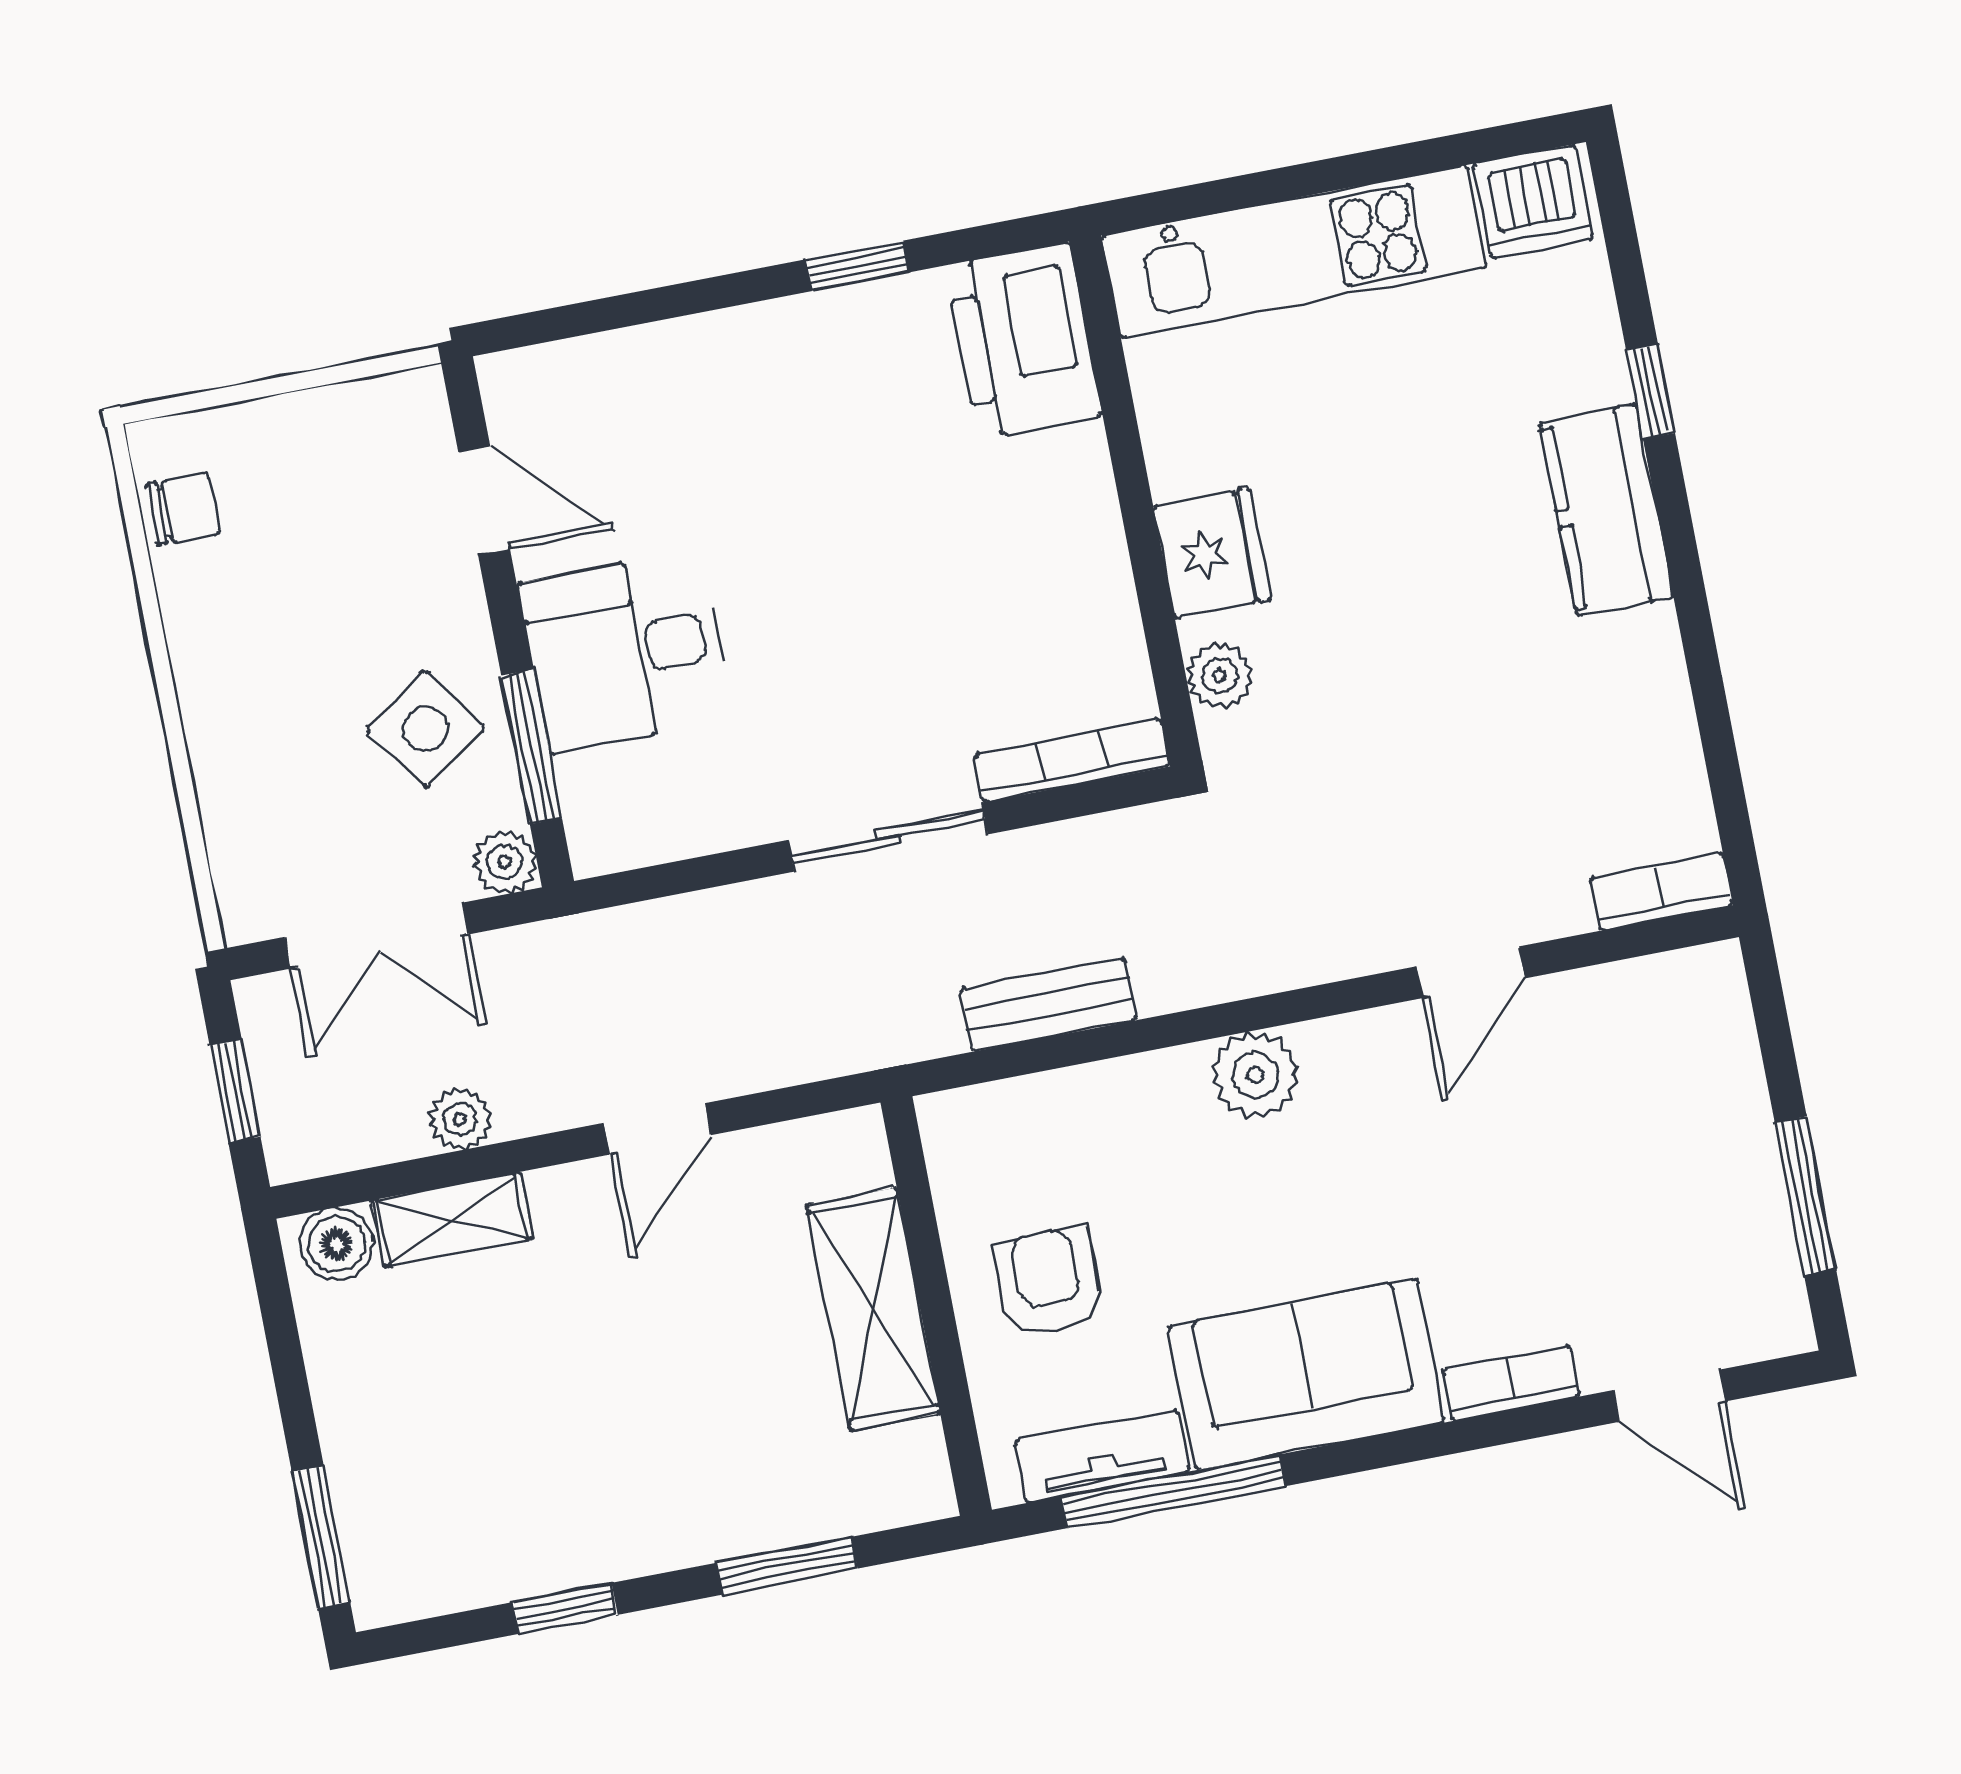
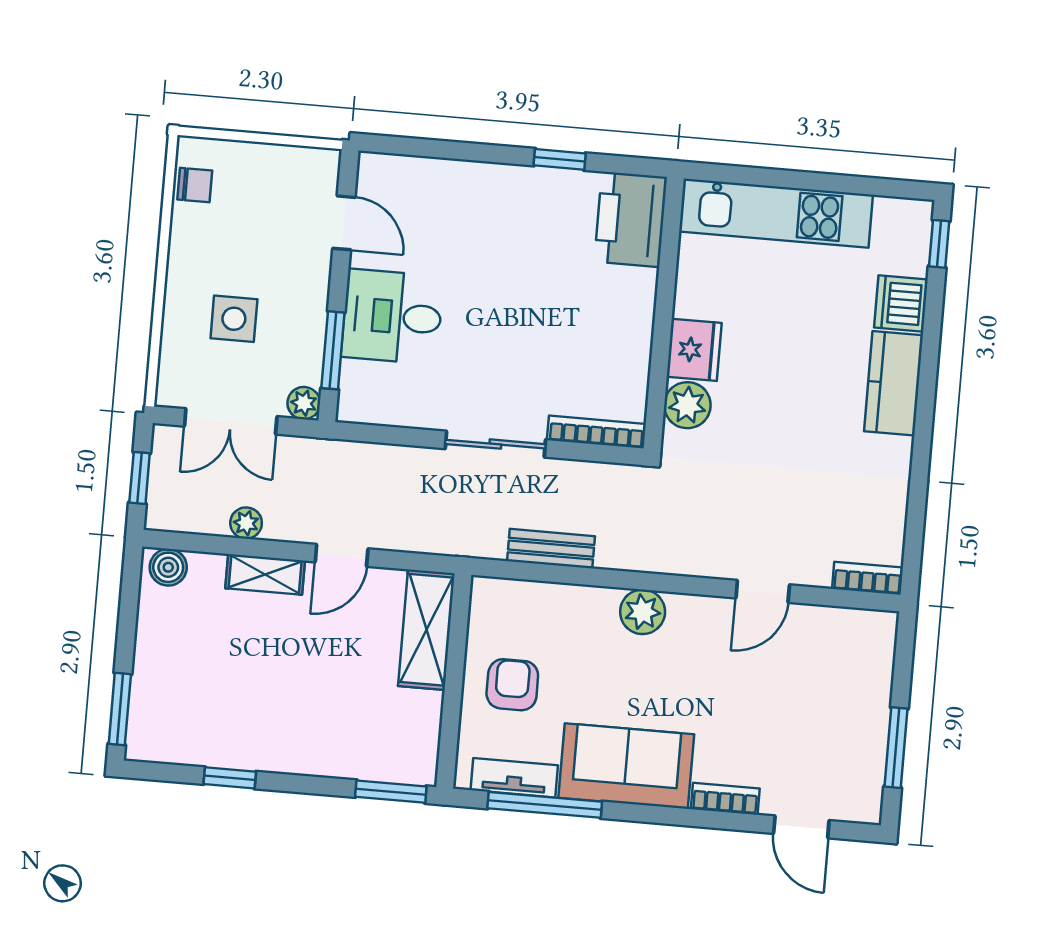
dishwasher: (1533, 201) -> (901, 304), moved, turned 90
window: (1650, 391) -> (939, 244), moved
plant: (1219, 676) -> (687, 405), width x1.38, depth x1.38
side table: (426, 729) -> (234, 319), moved, turned 35
shelving: (452, 1219) -> (265, 574), moved
shelving: (873, 1309) -> (426, 630), moved
window: (787, 1566) -> (391, 792), moved

